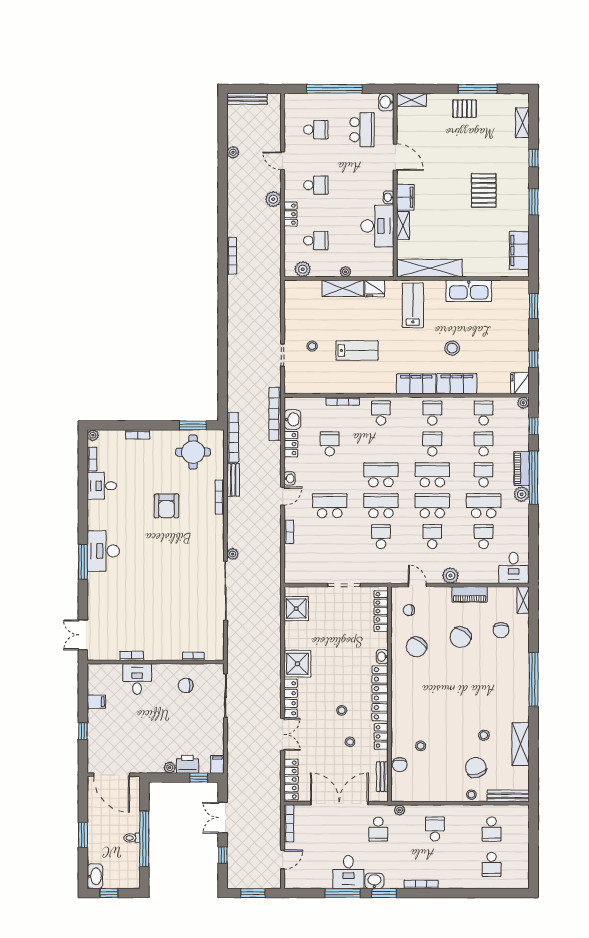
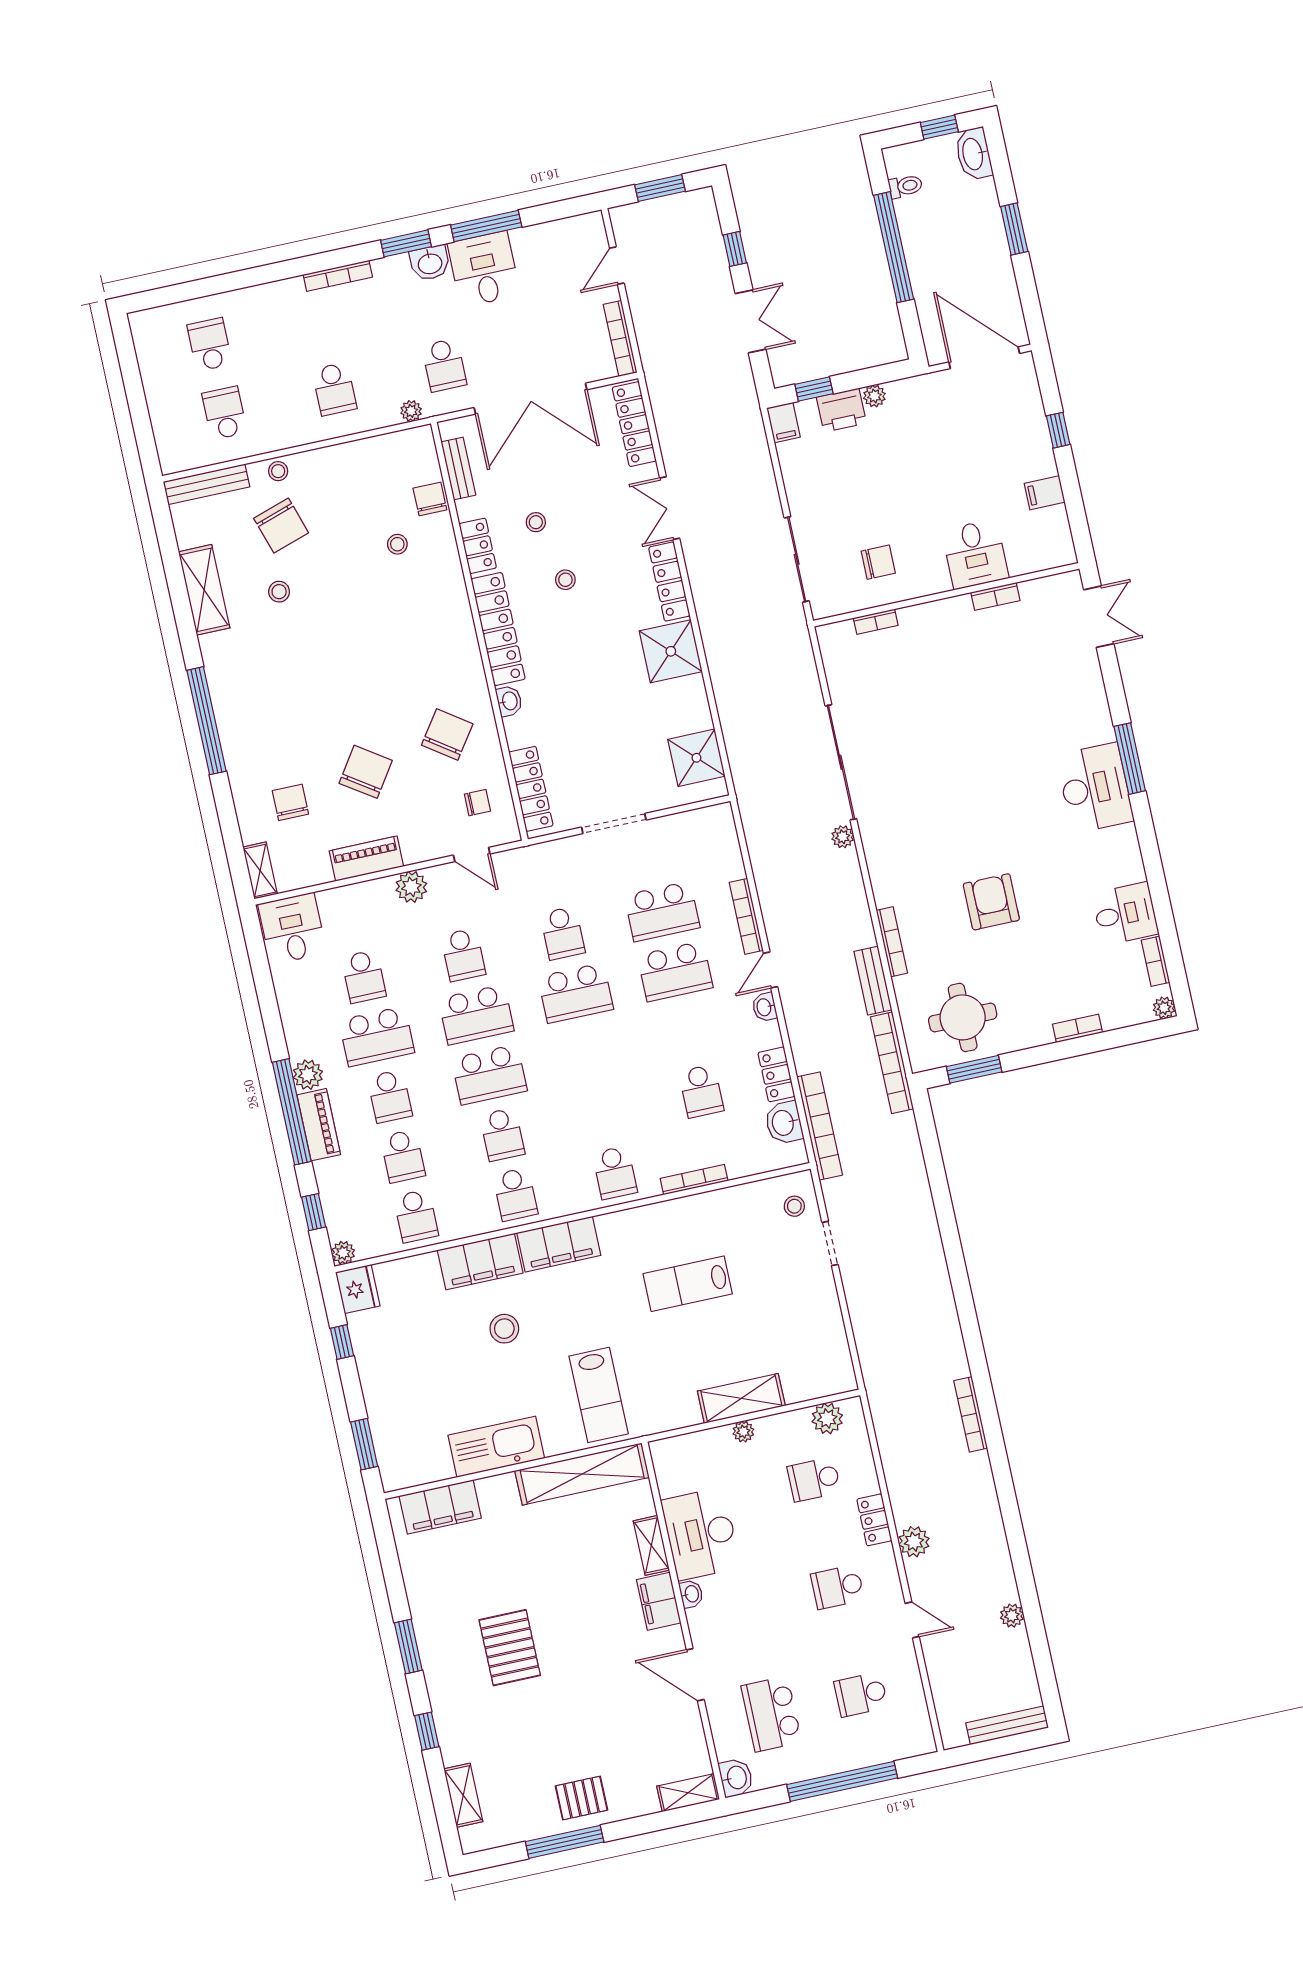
filing cabinet: (519, 250) -> (440, 1507), moved, turned 90
fridge: (375, 288) -> (680, 1412), removed
stool: (312, 346) -> (794, 1206), moved
school desk: (381, 475) -> (662, 911), moved
bookcase: (289, 532) -> (746, 916), width x1.56
school desk: (378, 829) -> (444, 365), turned 180
toilet: (132, 838) -> (906, 186), moved

